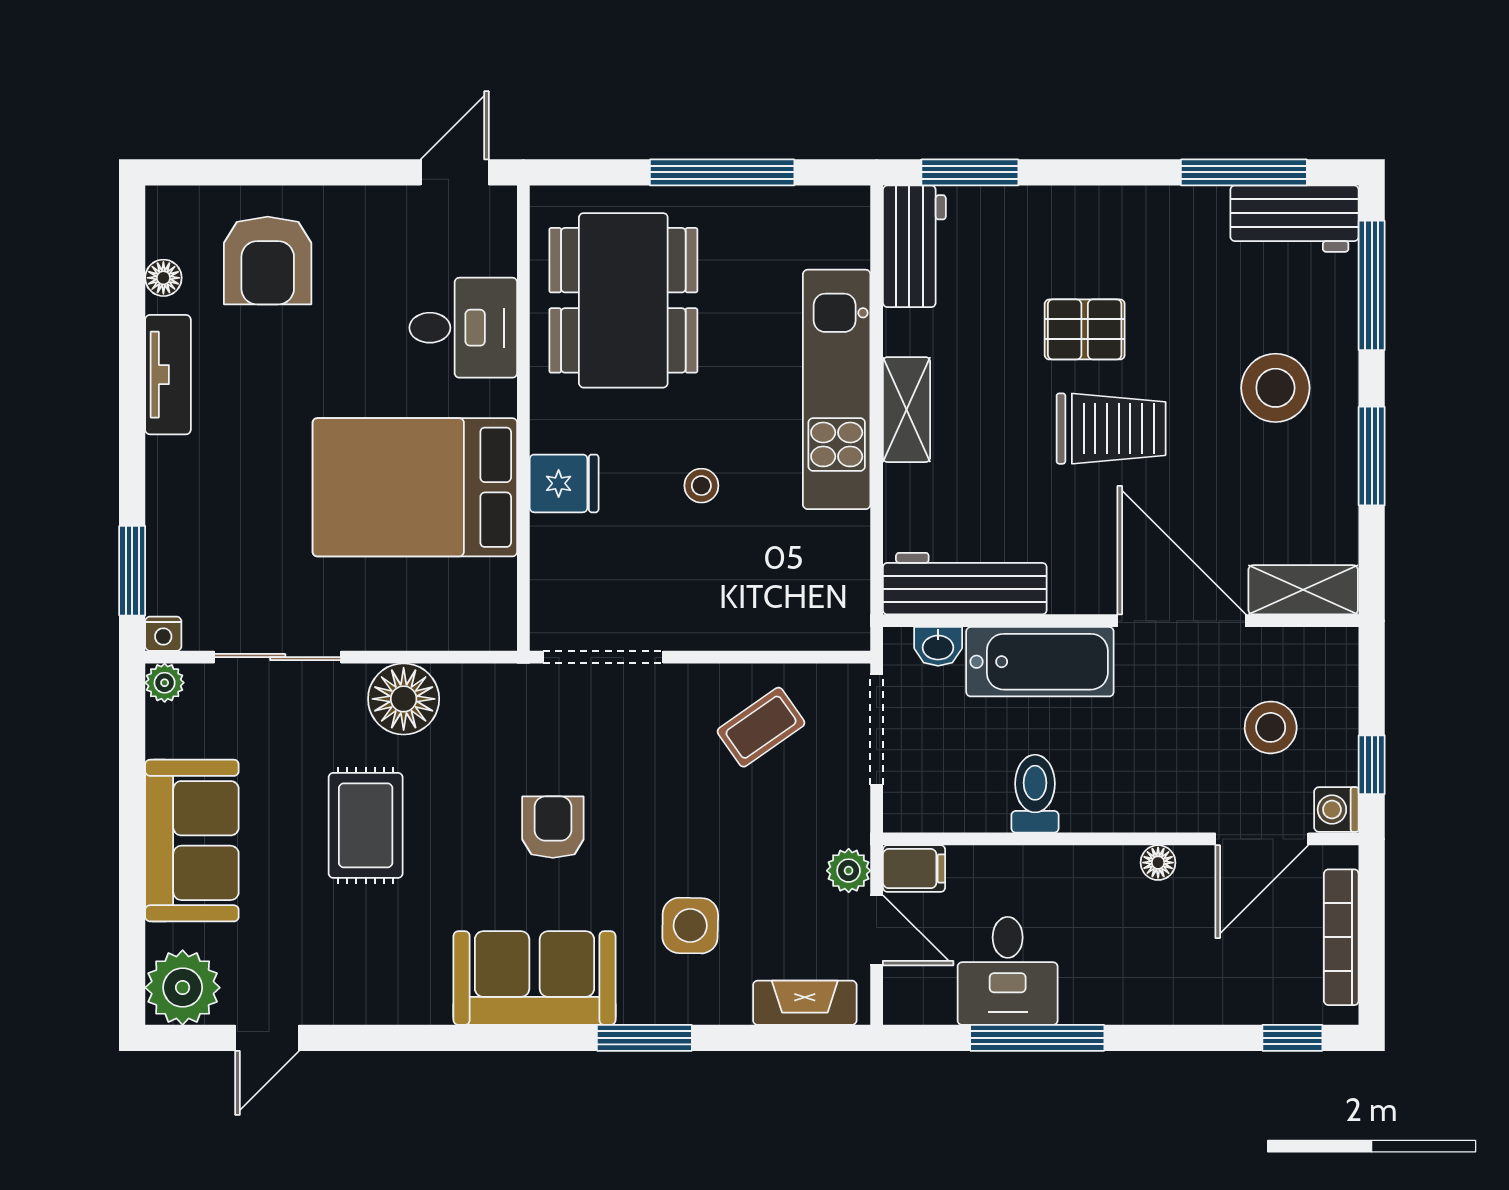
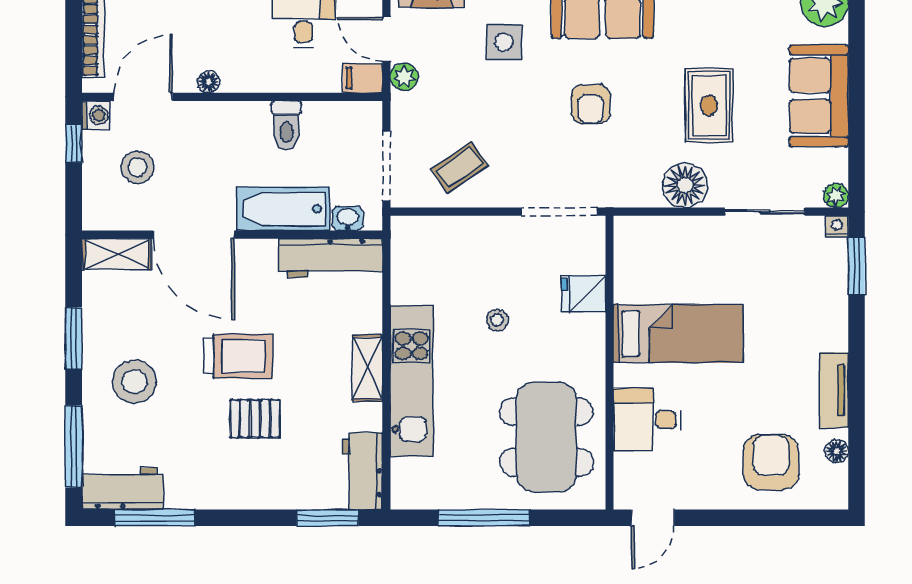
trolley: (1111, 429) -> (238, 356), turned 180
fridge: (564, 483) -> (584, 294), moved
bed: (415, 487) -> (678, 333), width x0.67

